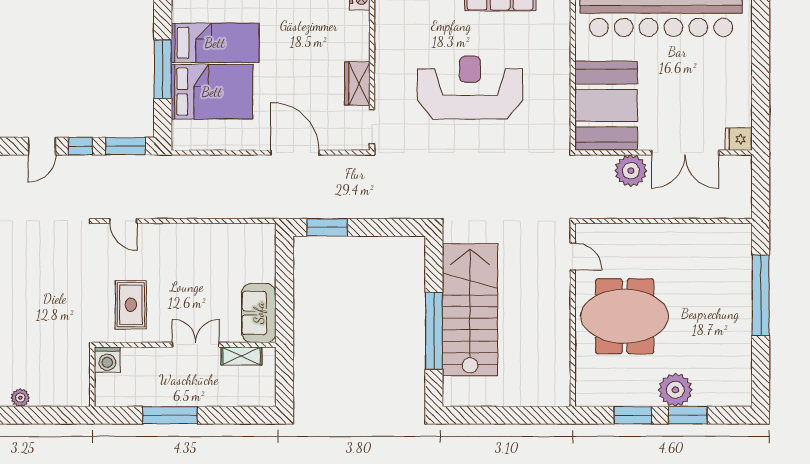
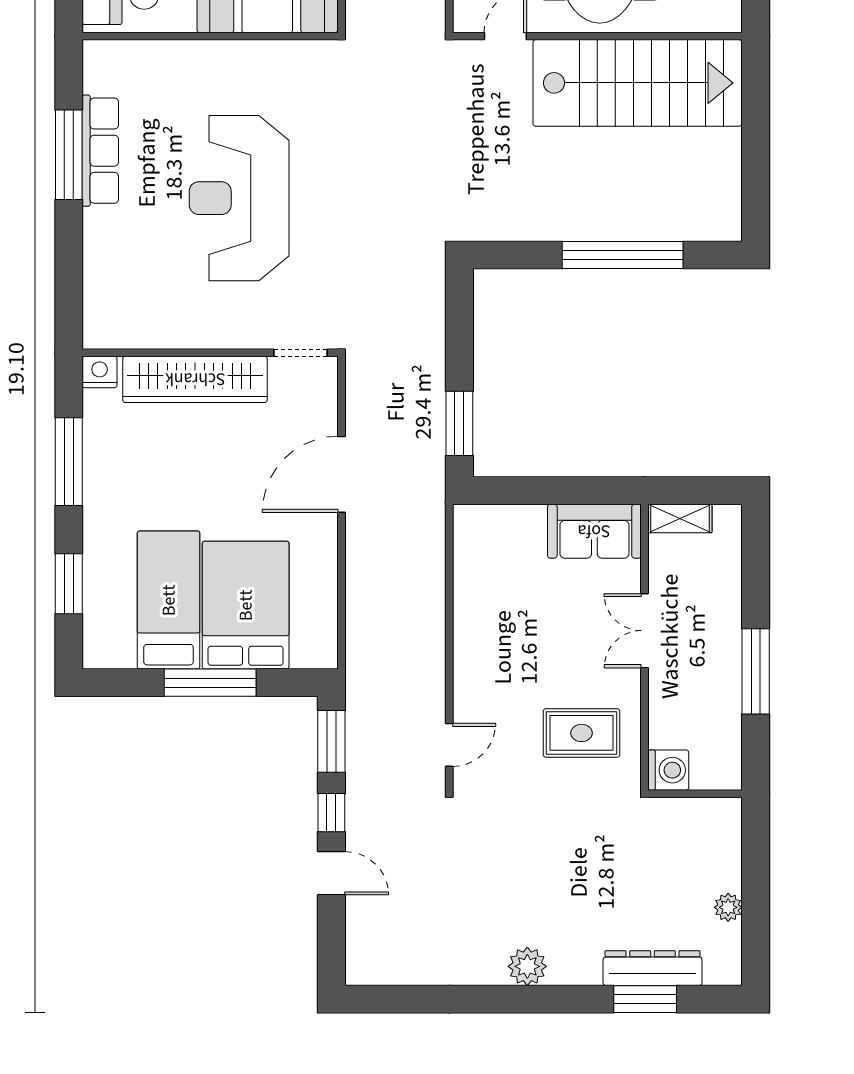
wardrobe: (357, 84) -> (195, 379), width x2.10, depth x1.17
stairs: (470, 310) -> (637, 83), moved, turned 180
shelving: (241, 356) -> (680, 519), moved, turned 90

